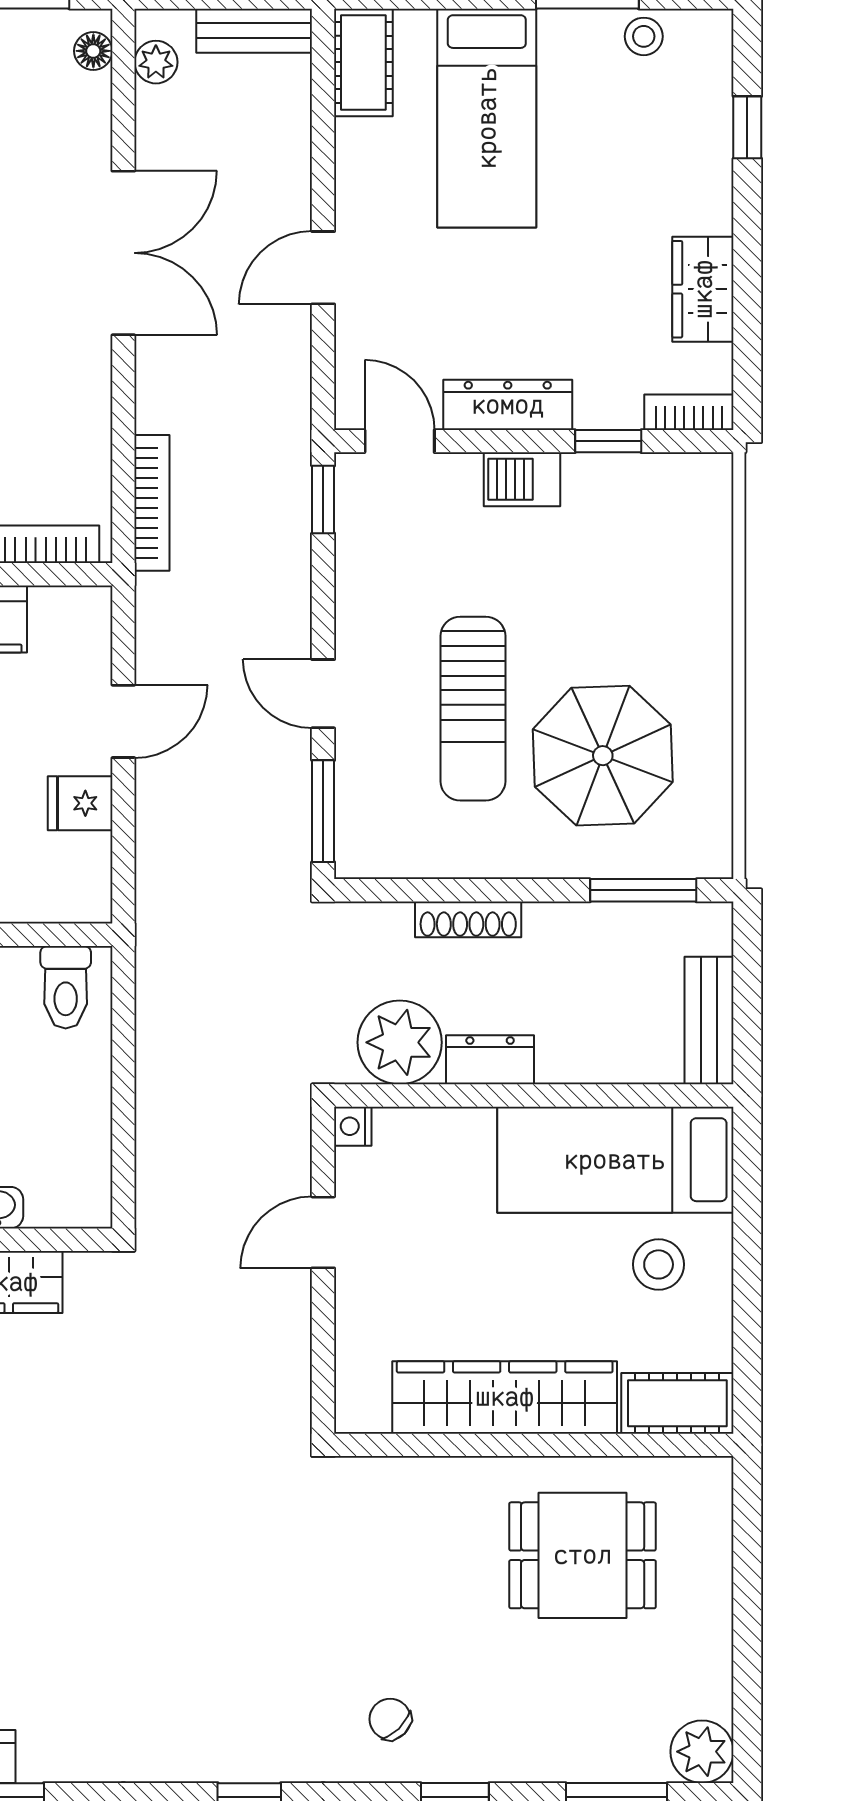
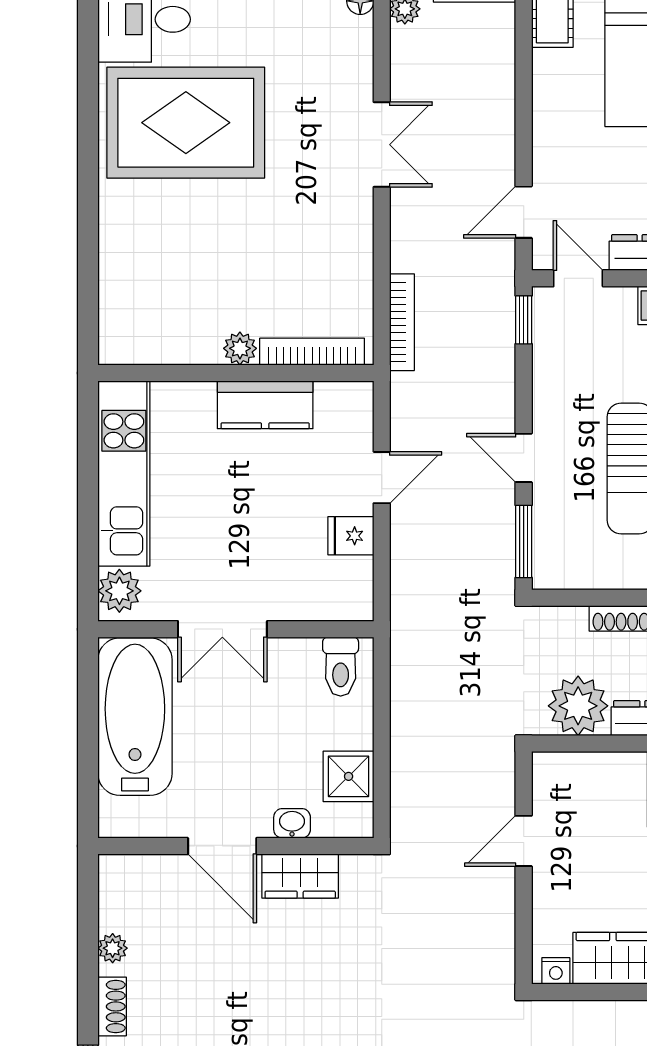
double door: (123, 253) -> (382, 145), width x0.73
door: (323, 268) -> (524, 212), moved
nightstand: (353, 1126) -> (556, 971), moved, turned -90
shower: (77, 1142) -> (349, 776), added

